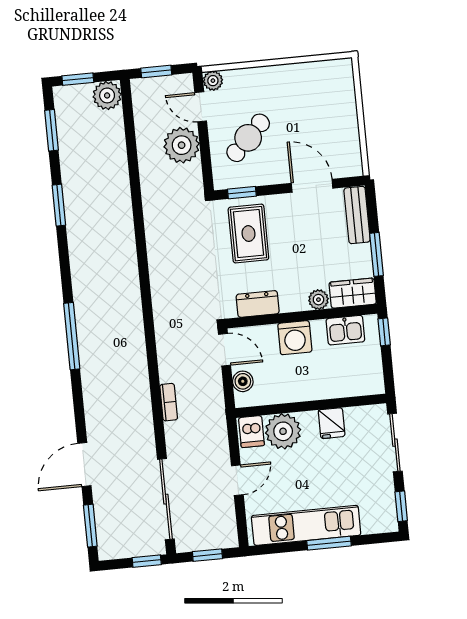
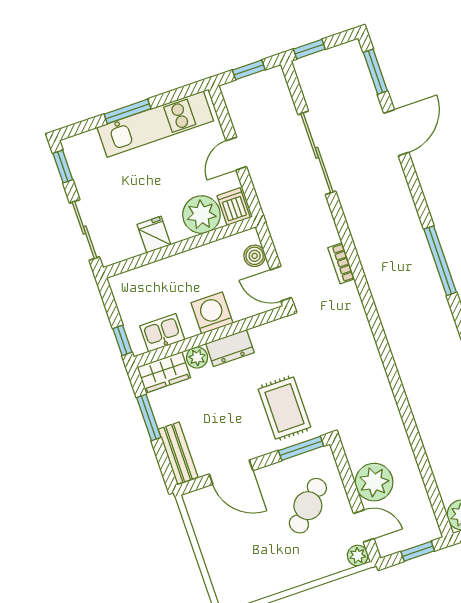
window: (242, 193) -> (301, 448), width x1.50
dresser: (258, 304) -> (230, 348), moved
bookcase: (169, 402) -> (341, 263), moved
sliding door: (166, 499) -> (317, 153), moved

